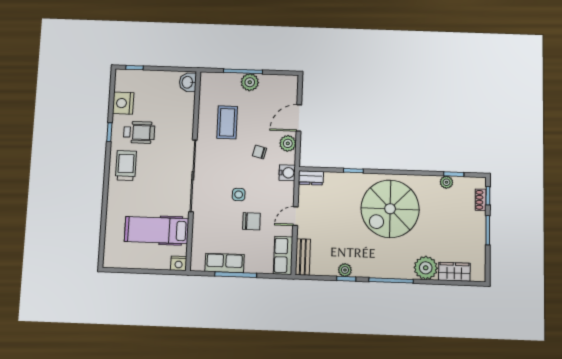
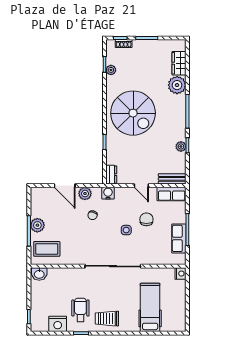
coffee table: (227, 122) -> (47, 249), moved
hospital bed: (157, 230) -> (150, 307), moved, turned 180

